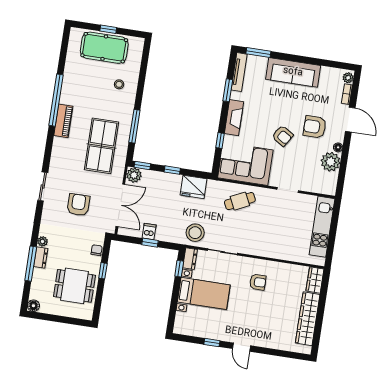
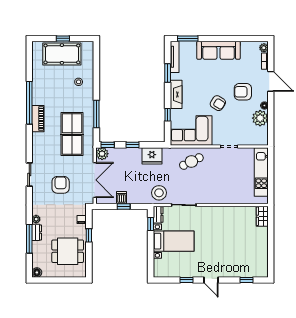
armchair: (258, 282) -> (216, 225), removed
wardrobe: (308, 319) -> (261, 249), removed
window: (284, 354) -> (247, 280), added

